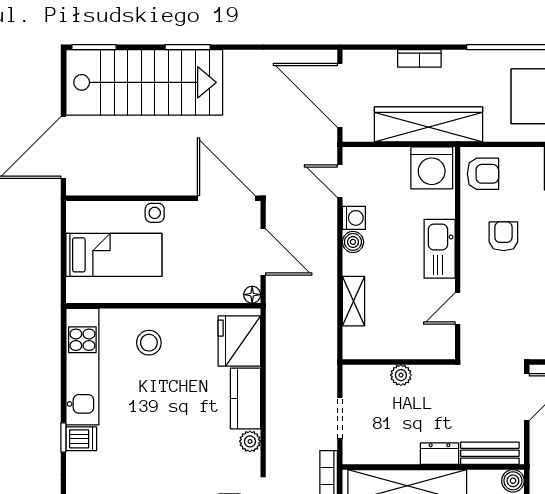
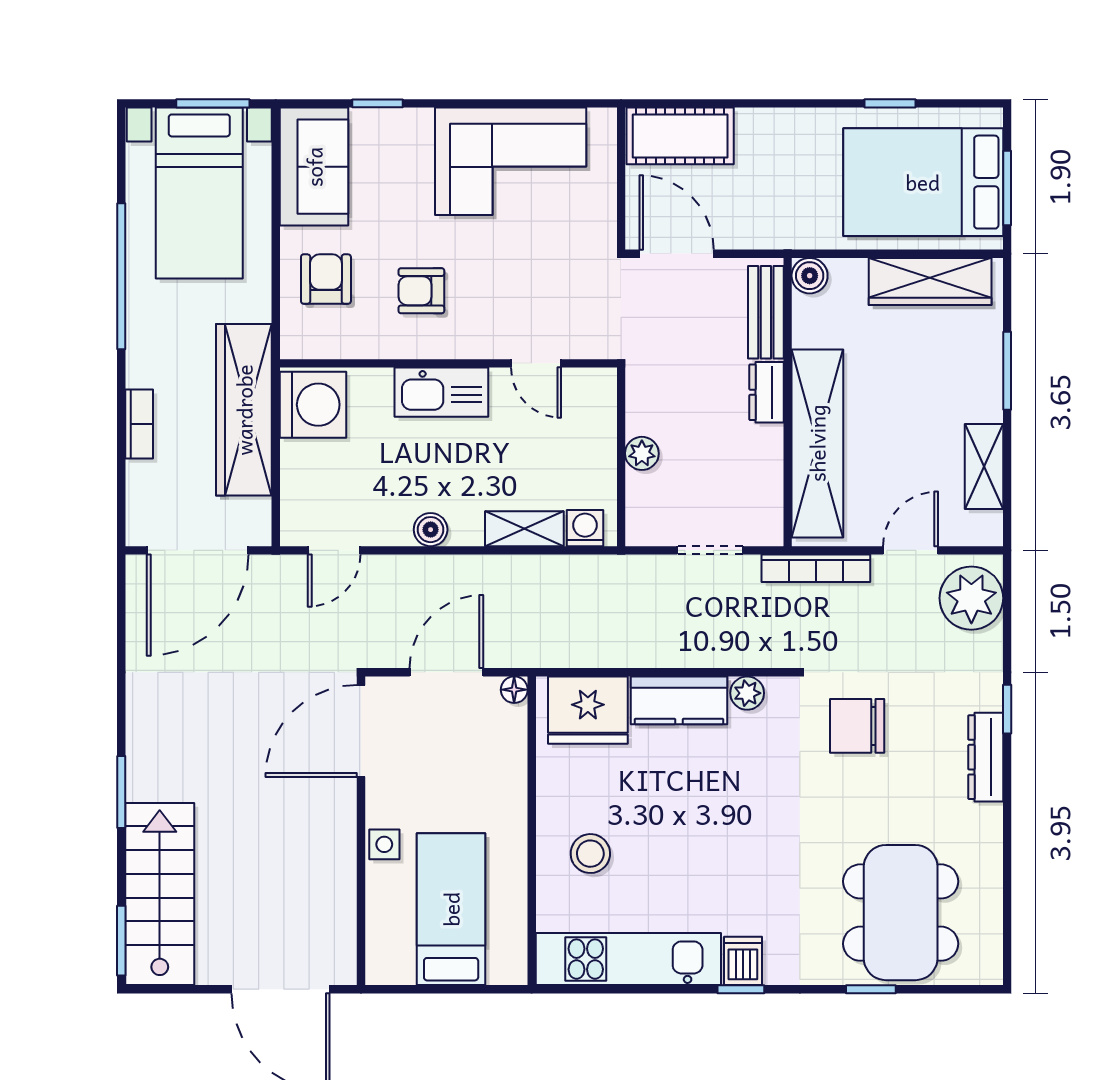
stairs: (144, 82) -> (160, 894), width x0.73, depth x0.66
armchair: (483, 174) -> (326, 279), moved
washing machine: (354, 218) -> (585, 528), moved

